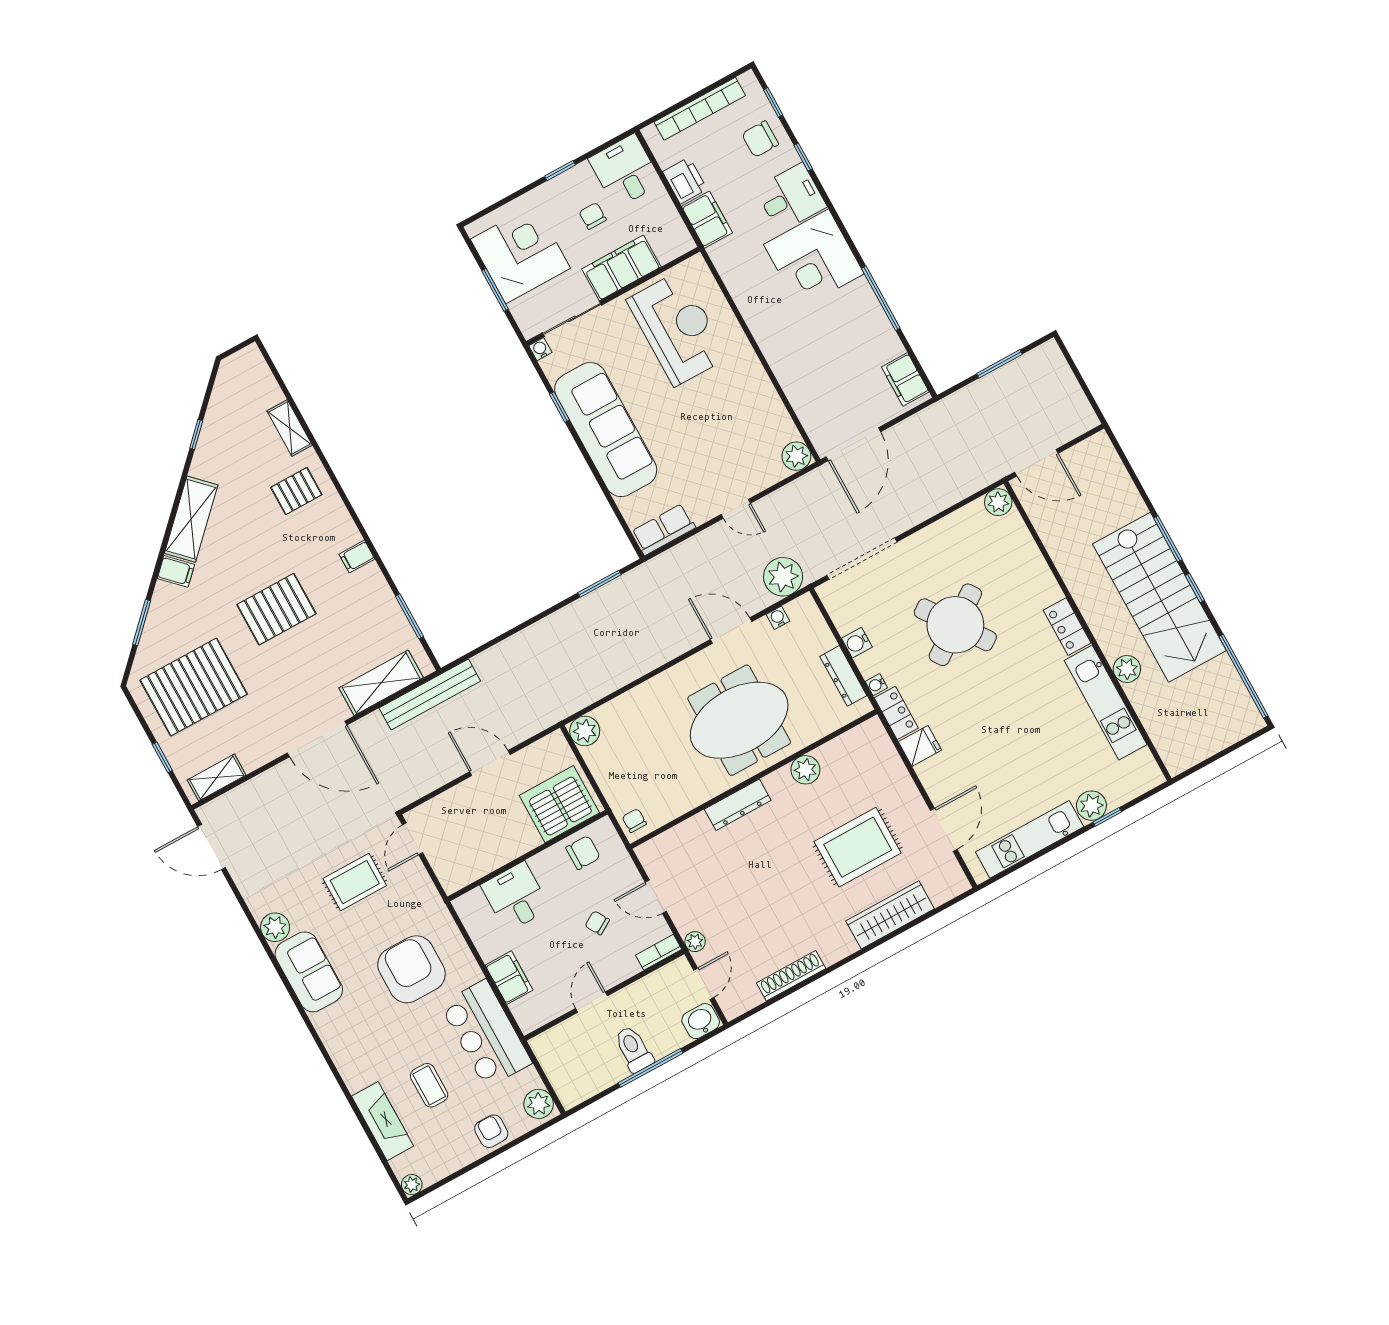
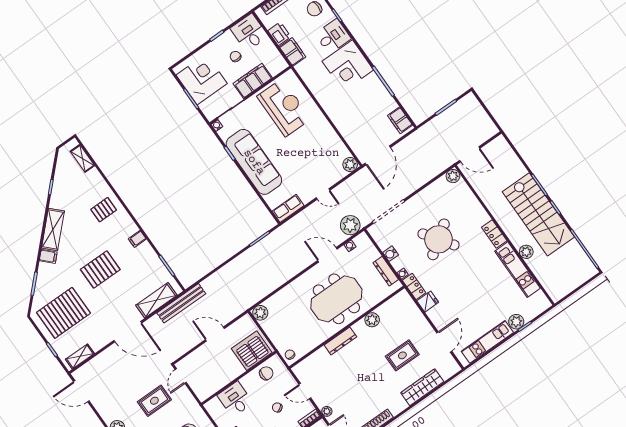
shelving: (290, 428) -> (82, 158), moved
rug: (858, 847) -> (402, 355), width x0.73, depth x0.70

